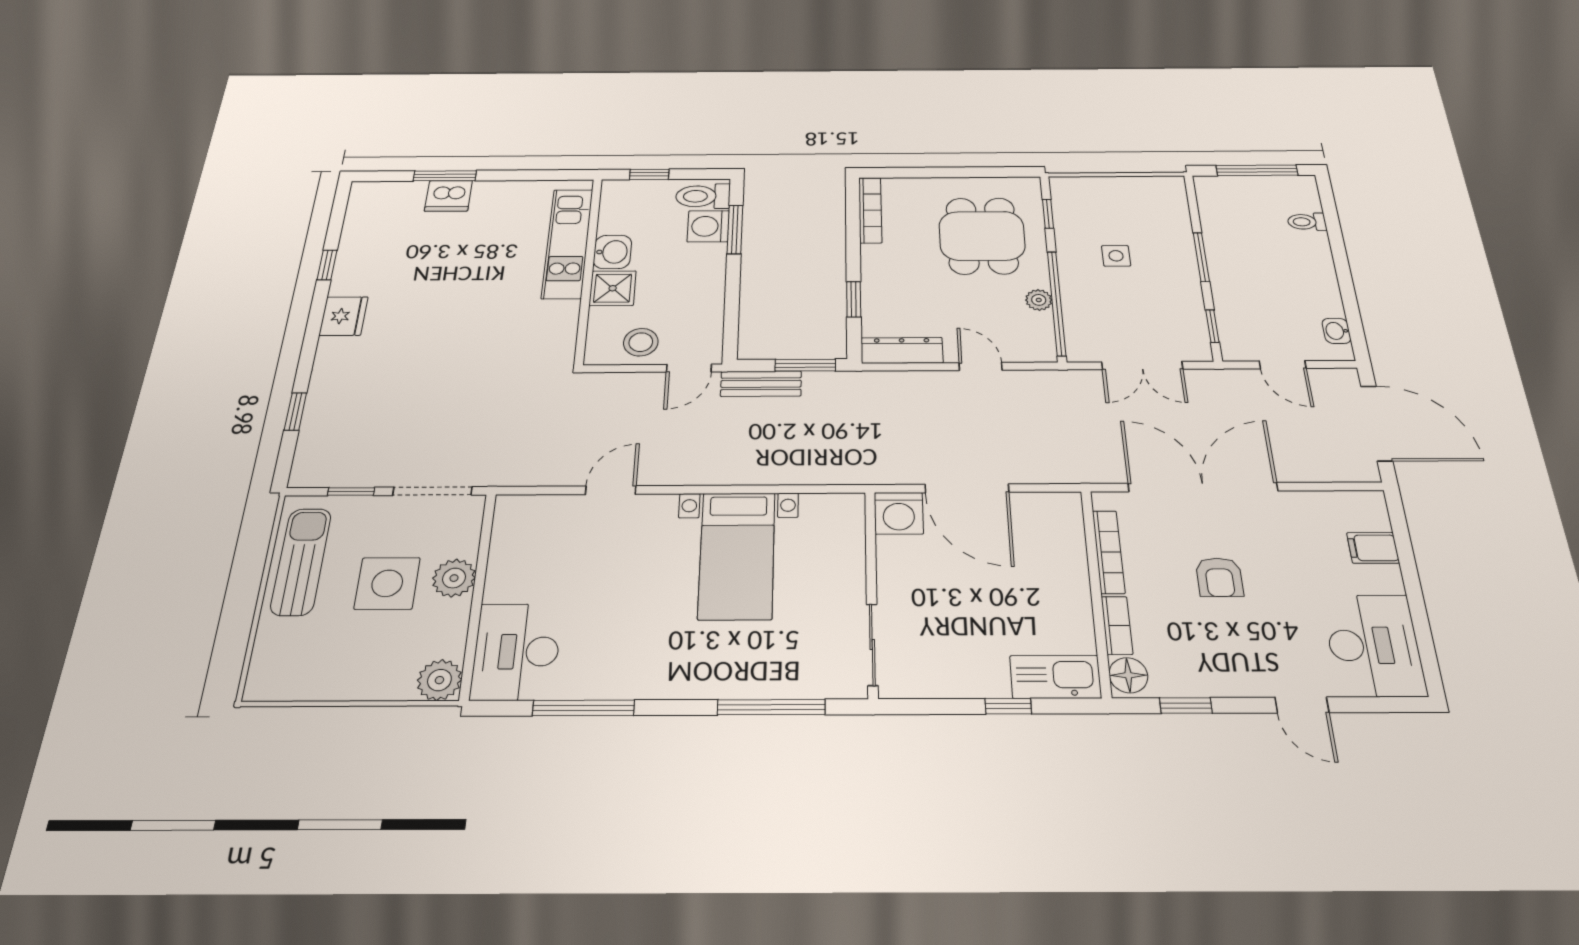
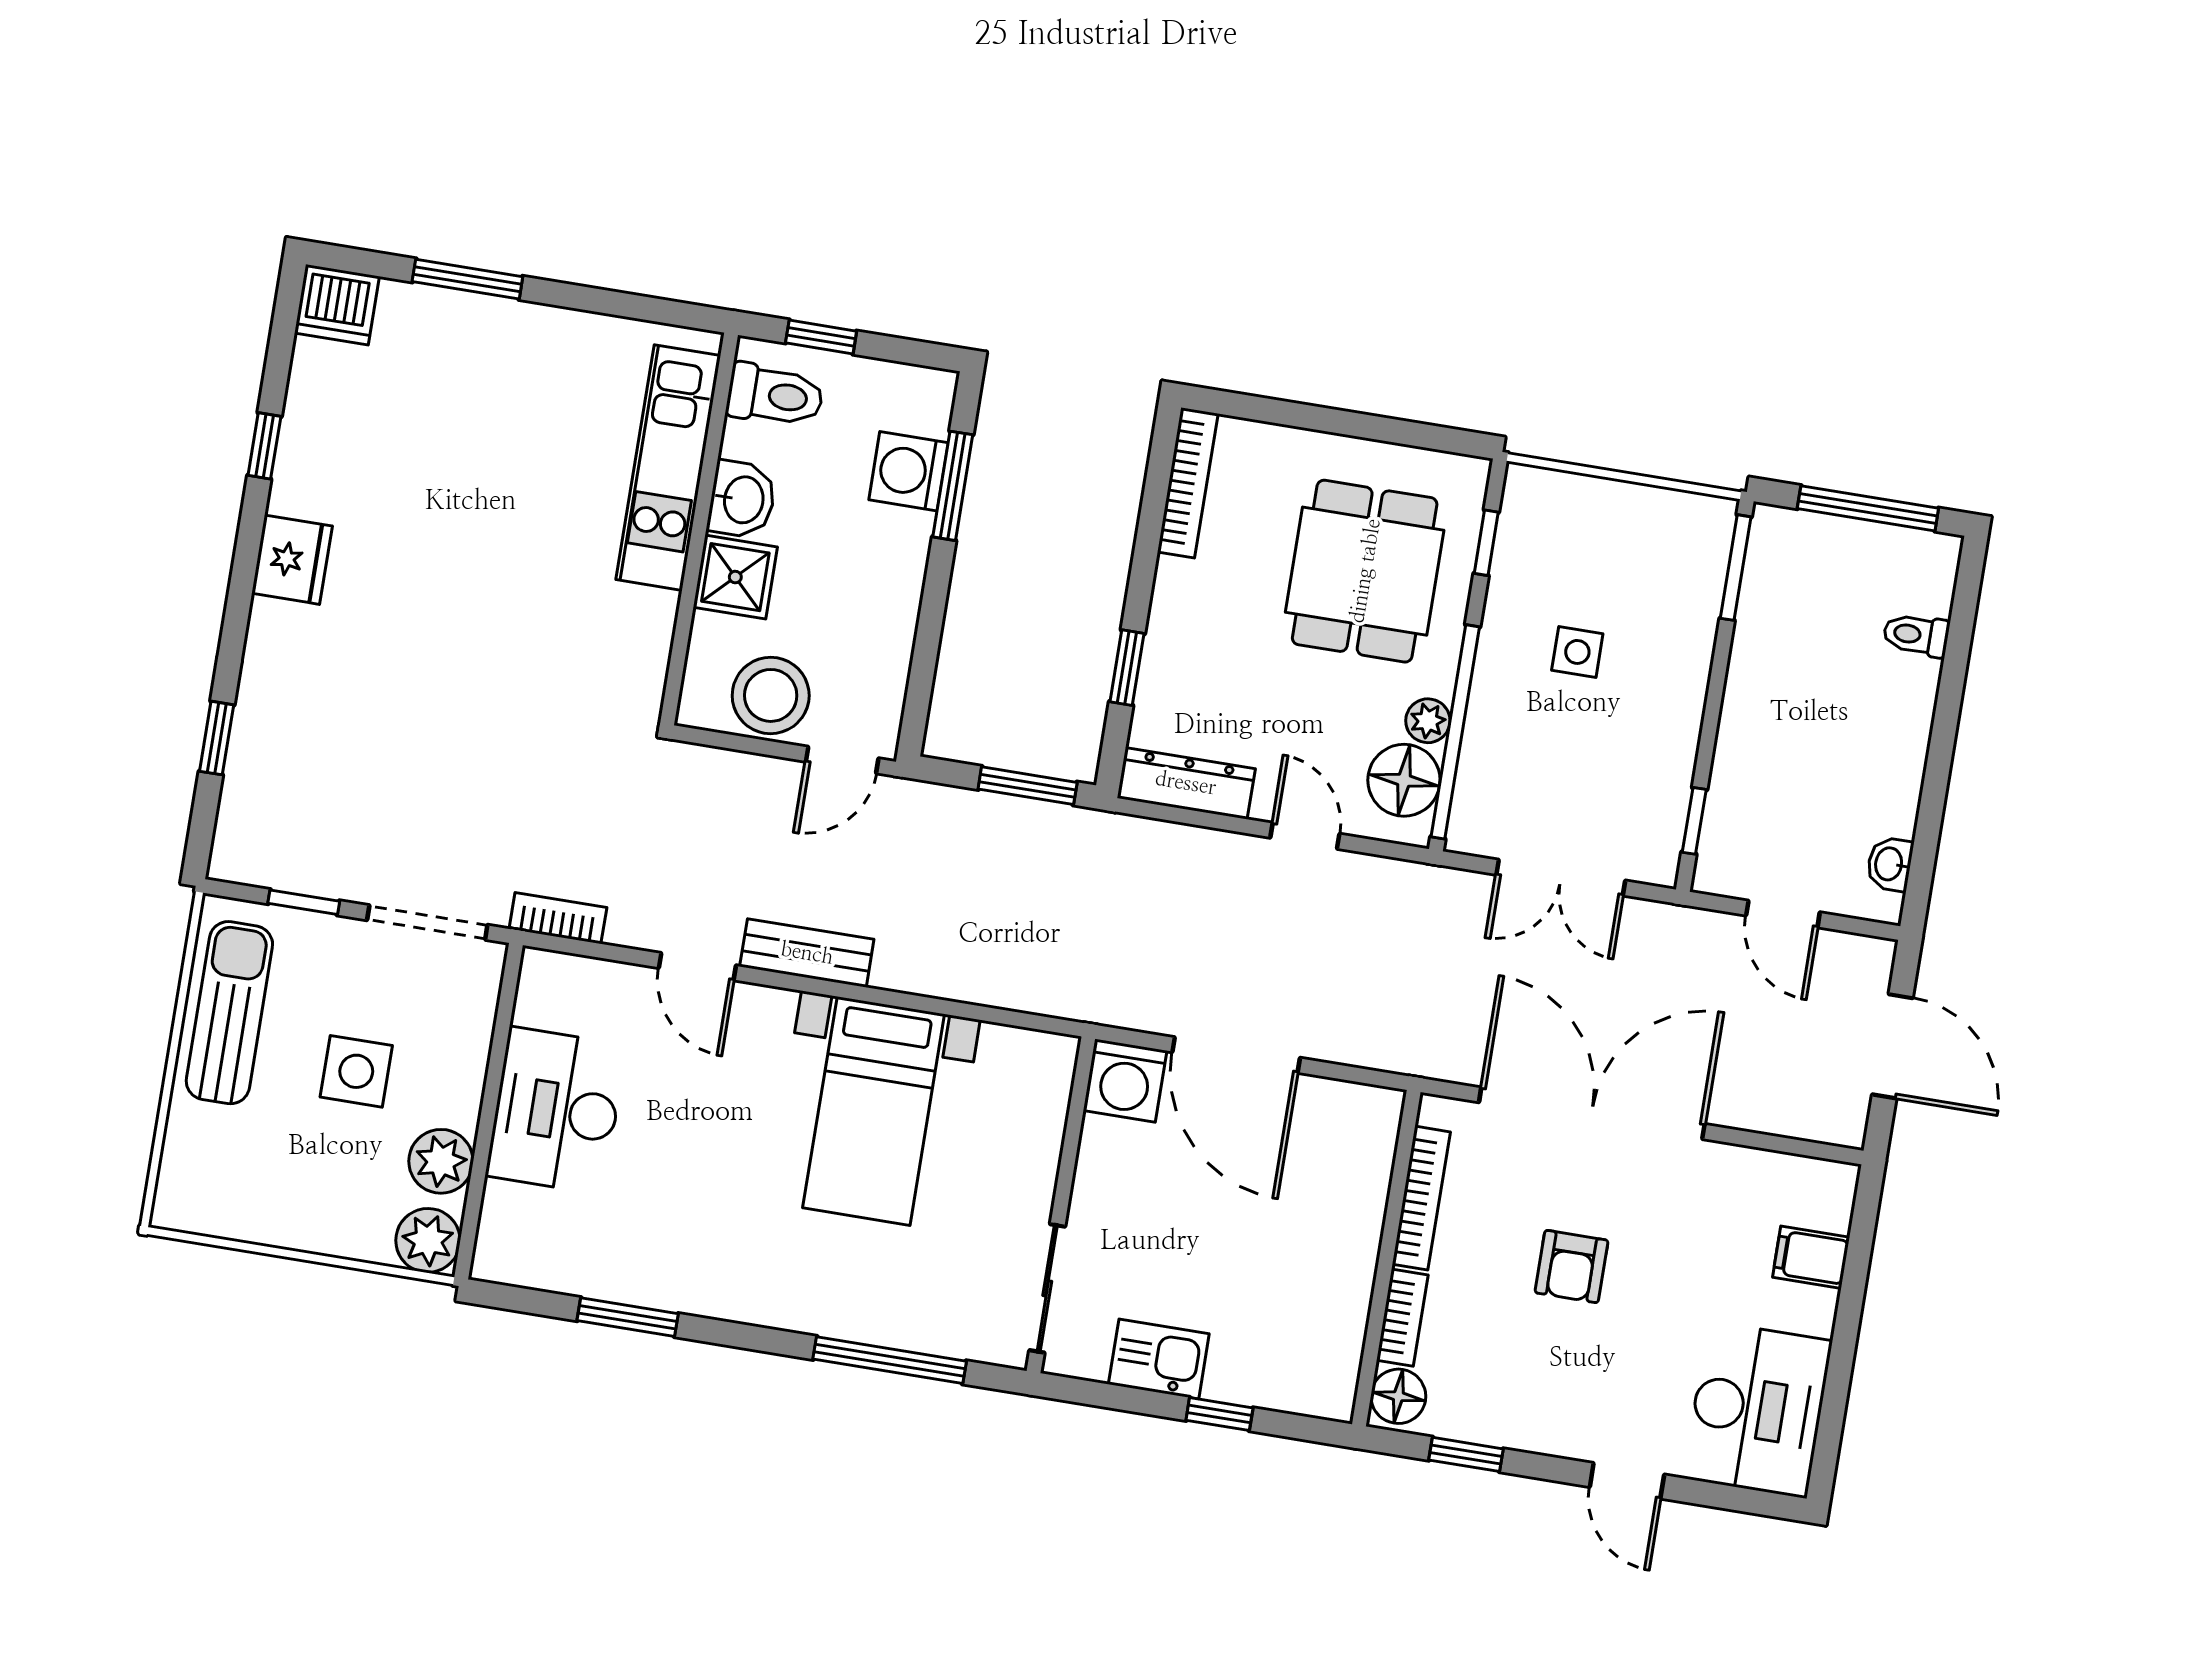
dishwasher: (448, 196) -> (337, 305), moved
toilet: (703, 196) -> (775, 395), moved, turned 180
window: (1201, 257) -> (1736, 568), moved
floor lamp: (1033, 331) -> (1404, 780), added
stool: (641, 342) -> (771, 695), width x1.38, depth x1.38
bench: (761, 384) -> (807, 953), moved
door: (1377, 423) -> (1892, 1046), width x0.73
bookcase: (518, 476) -> (558, 918), added
door: (611, 490) -> (697, 967), swing flipped
plant: (454, 578) -> (441, 1161), moved
side table: (387, 583) -> (356, 1071), width x0.73, depth x0.73
desk: (516, 652) -> (556, 1110), moved
kitchen sink: (1055, 677) -> (1159, 1359), moved, width x0.73
window: (583, 708) -> (628, 1317), width x0.69

